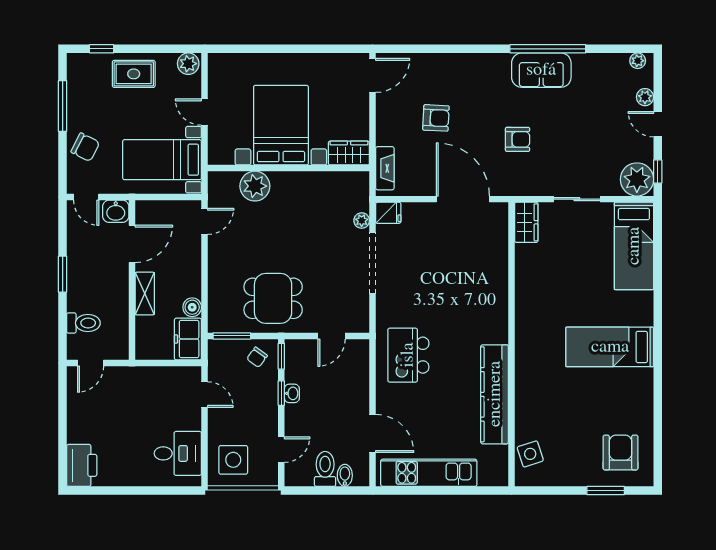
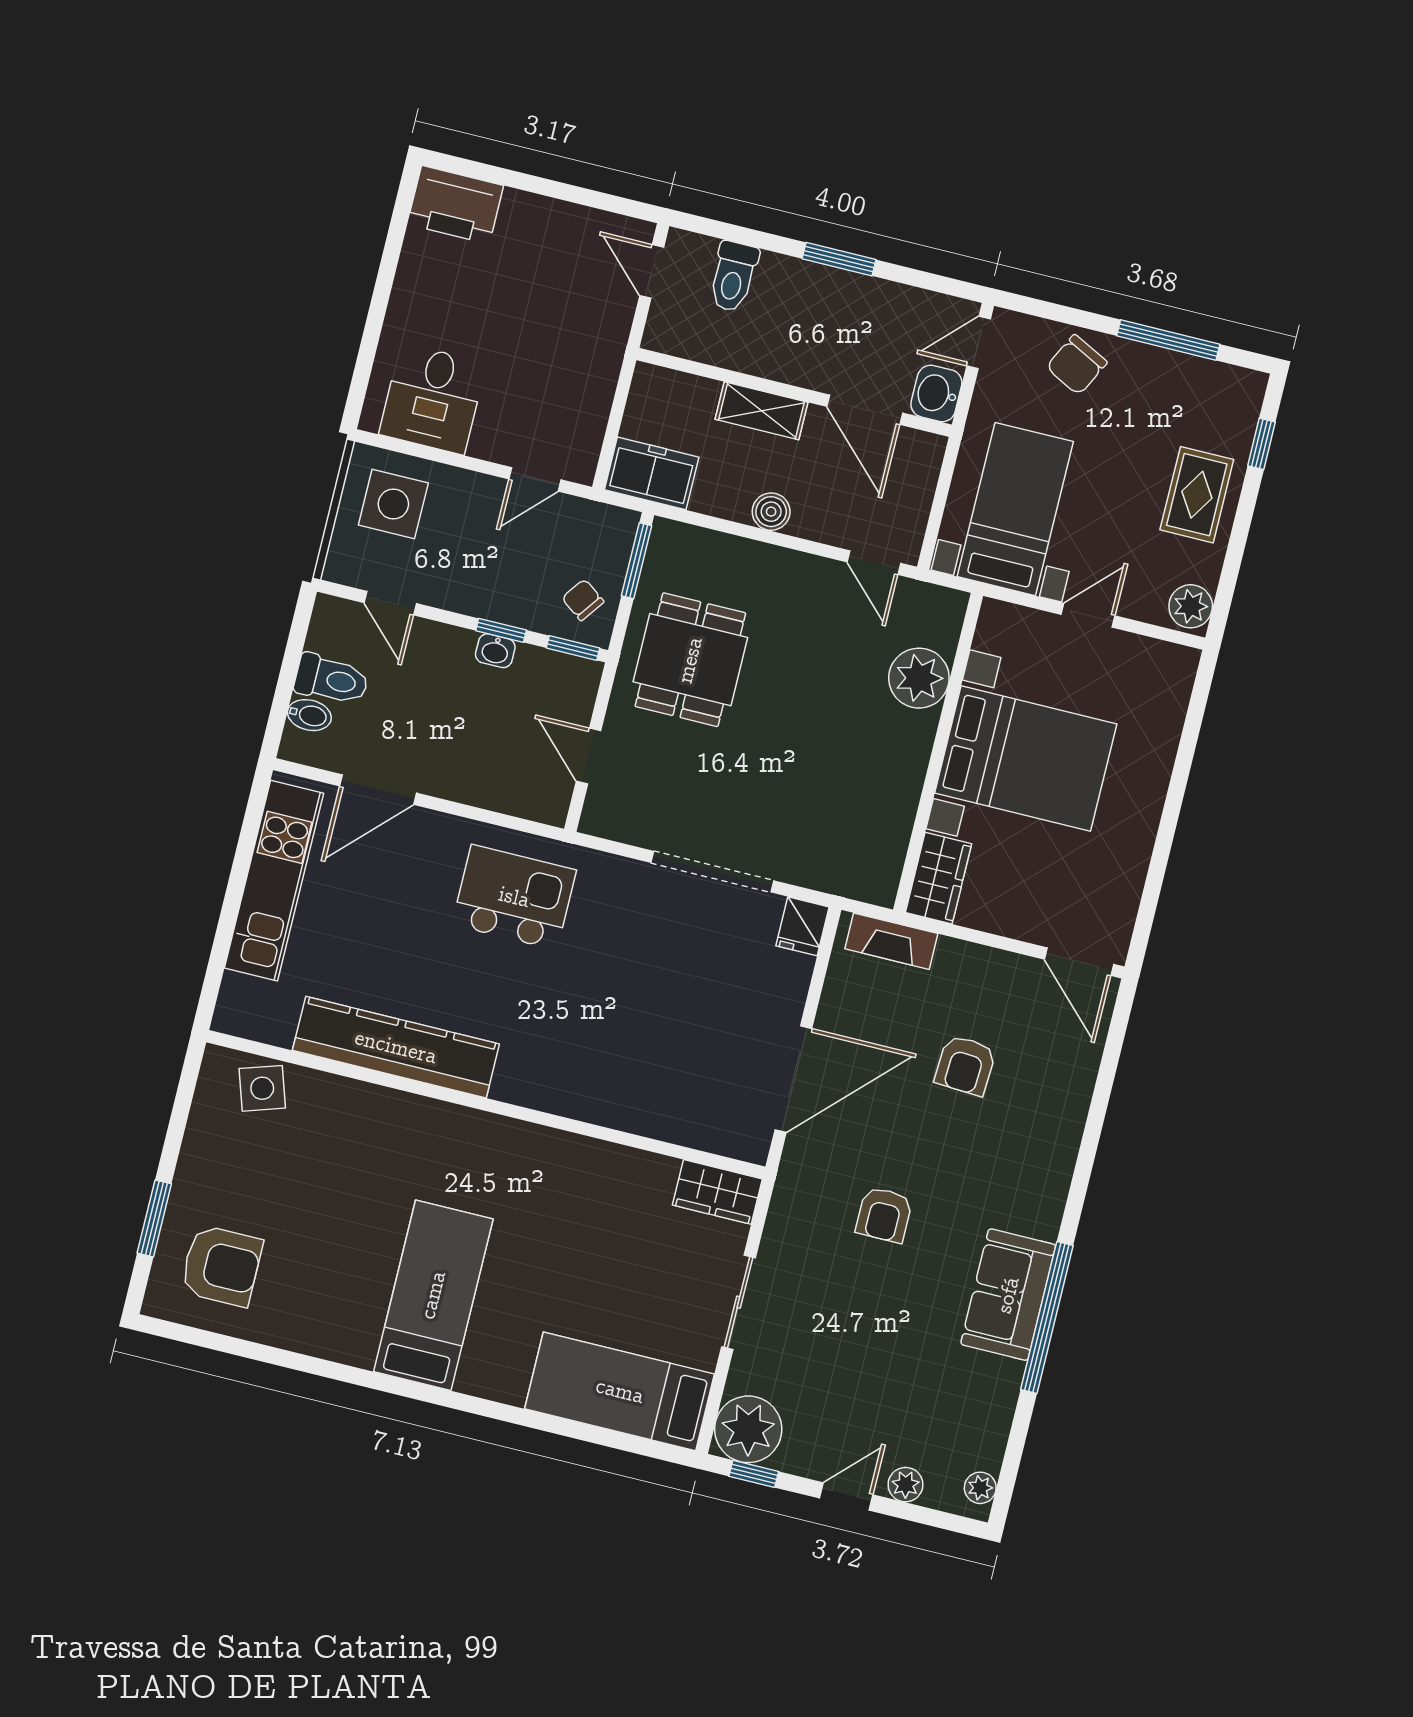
plant: (362, 221) -> (800, 871), removed
boiler: (192, 307) -> (771, 512), moved

